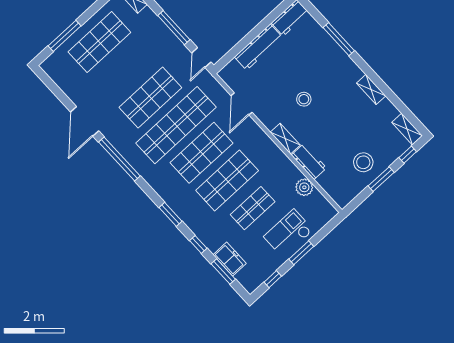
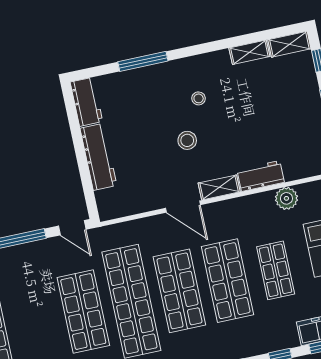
shelving: (371, 90) -> (249, 52), moved
door: (242, 104) -> (183, 207), moved
stool: (363, 162) -> (199, 98), moved, width x0.53, depth x0.53

